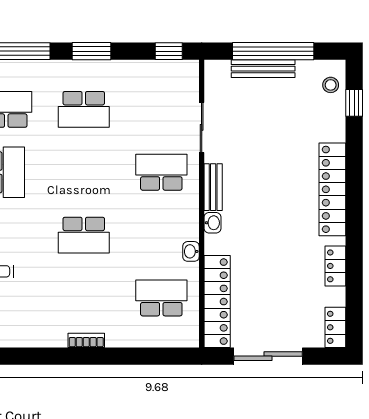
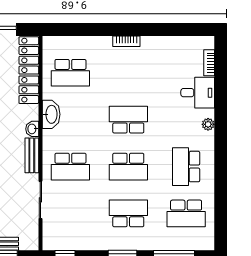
school desk: (84, 172) -> (128, 167), added
washbasin: (191, 251) -> (51, 114), width x1.91, depth x1.45

